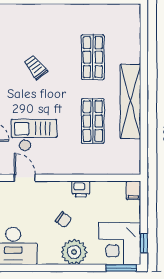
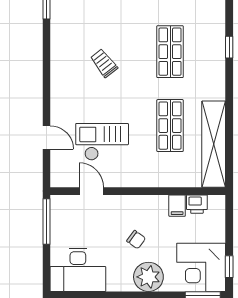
window: (144, 53) -> (229, 47), added
shelving: (130, 101) -> (214, 144), moved
printer: (81, 189) -> (197, 204), moved
filing cabinet: (133, 190) -> (177, 206), moved

